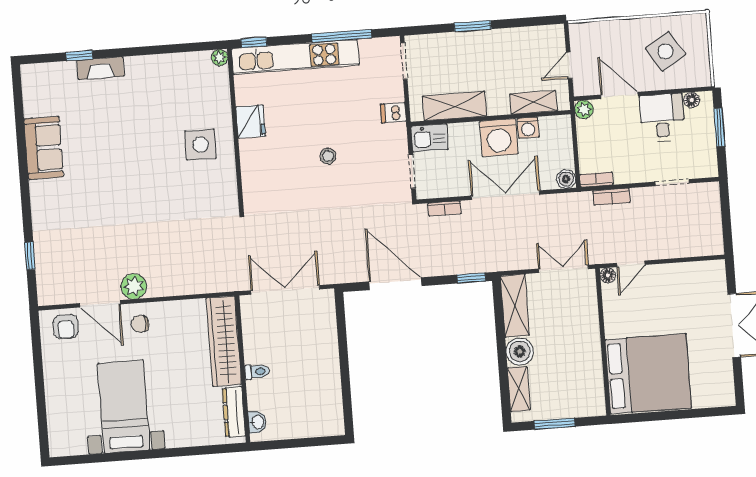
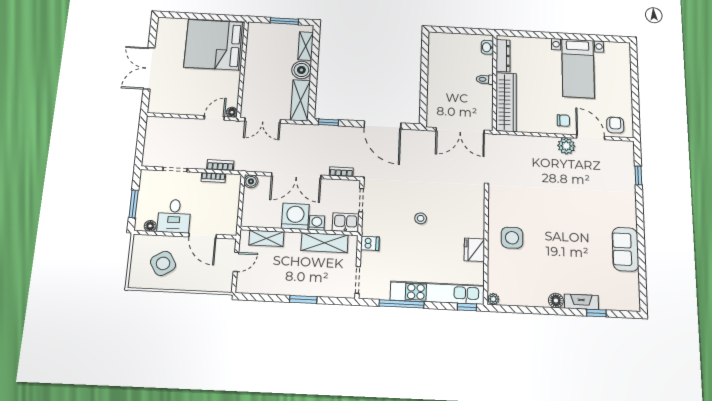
floor lamp: (135, 66) -> (556, 300), added
plant: (584, 109) -> (230, 229), removed
washing machine: (528, 128) -> (317, 223), moved
bookcase: (596, 180) -> (213, 177), moved

